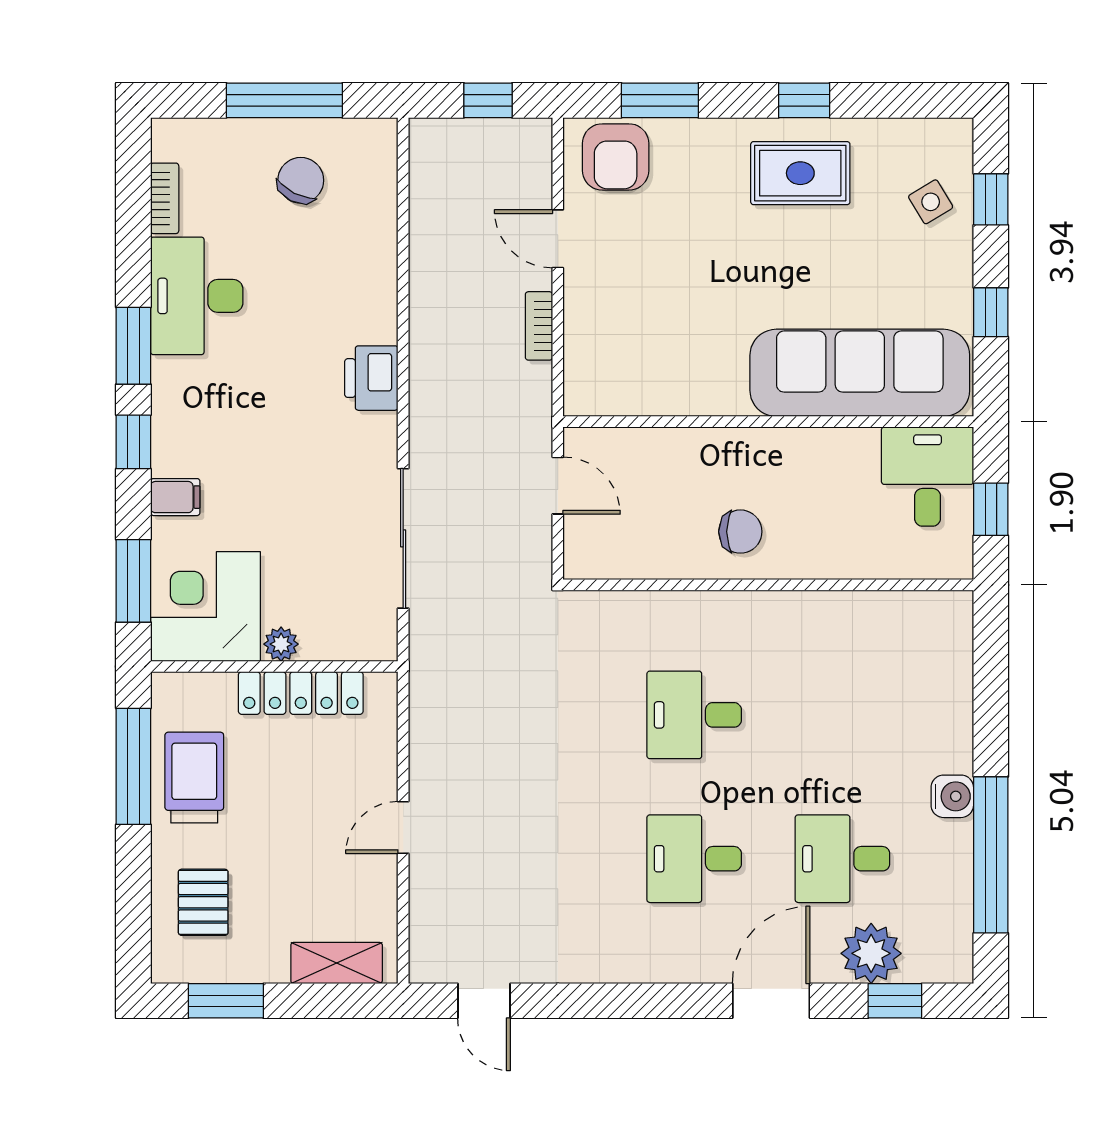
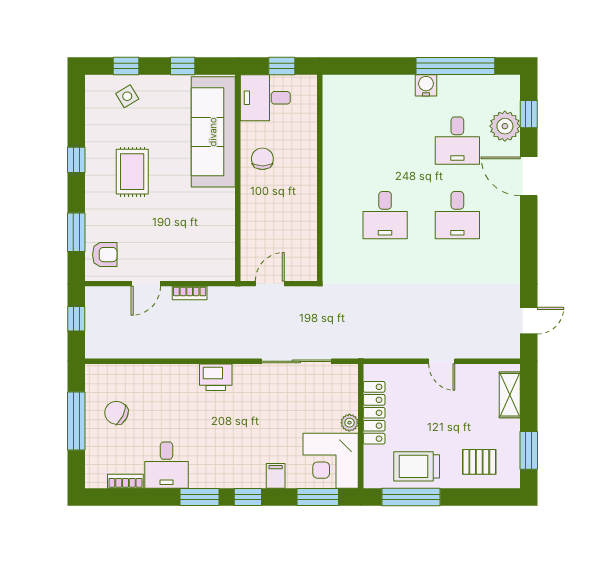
armchair: (616, 157) -> (105, 255), width x0.72, depth x0.72
rug: (800, 173) -> (132, 172), moved
desk: (197, 296) -> (166, 465), width x0.73
chair: (740, 532) -> (262, 159), moved

